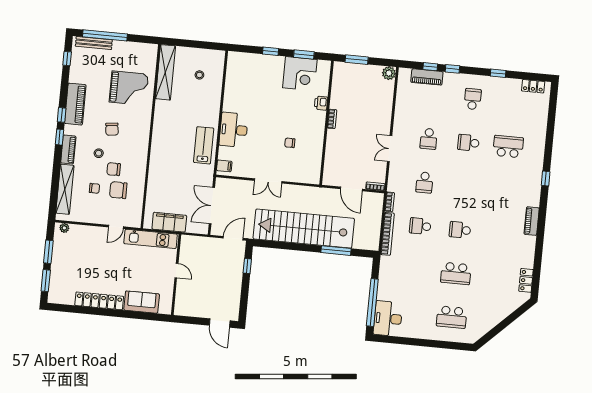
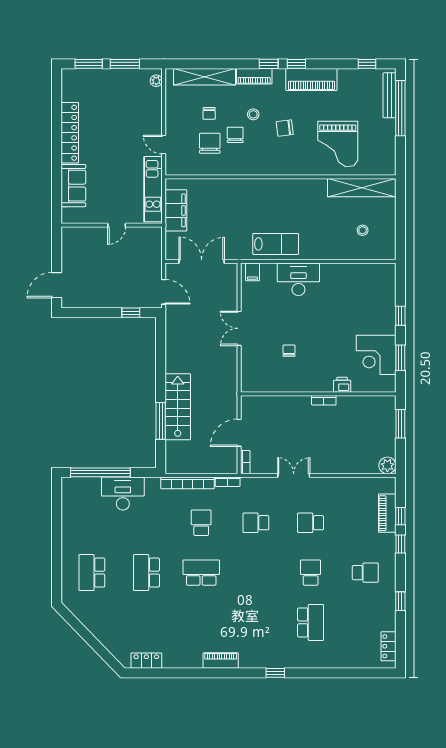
stairs: (304, 229) -> (178, 407), width x0.54, depth x0.66
school desk: (460, 230) -> (201, 573), width x1.85
desk: (388, 319) -> (123, 494), moved

